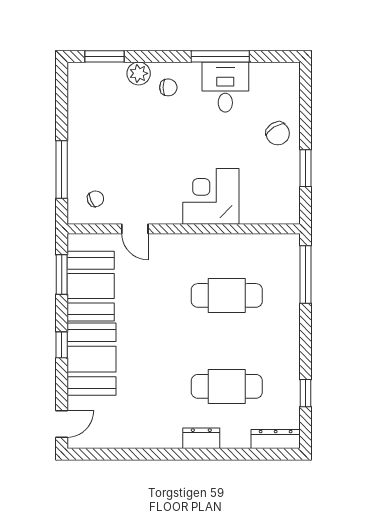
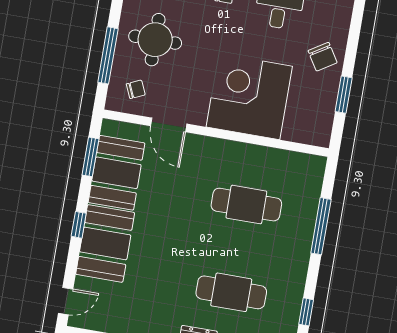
round table: (106, 145) -> (155, 40), added
corner desk: (211, 196) -> (249, 97), width x1.36, depth x1.36
door: (135, 229) -> (169, 125), width x1.38
window: (305, 274) -> (321, 226), moved

